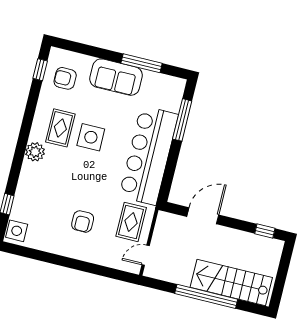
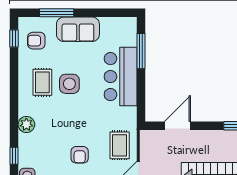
window: (142, 63) -> (57, 13), moved
plant: (35, 152) -> (26, 124), moved
bar counter: (149, 156) -> (121, 77), width x0.73

